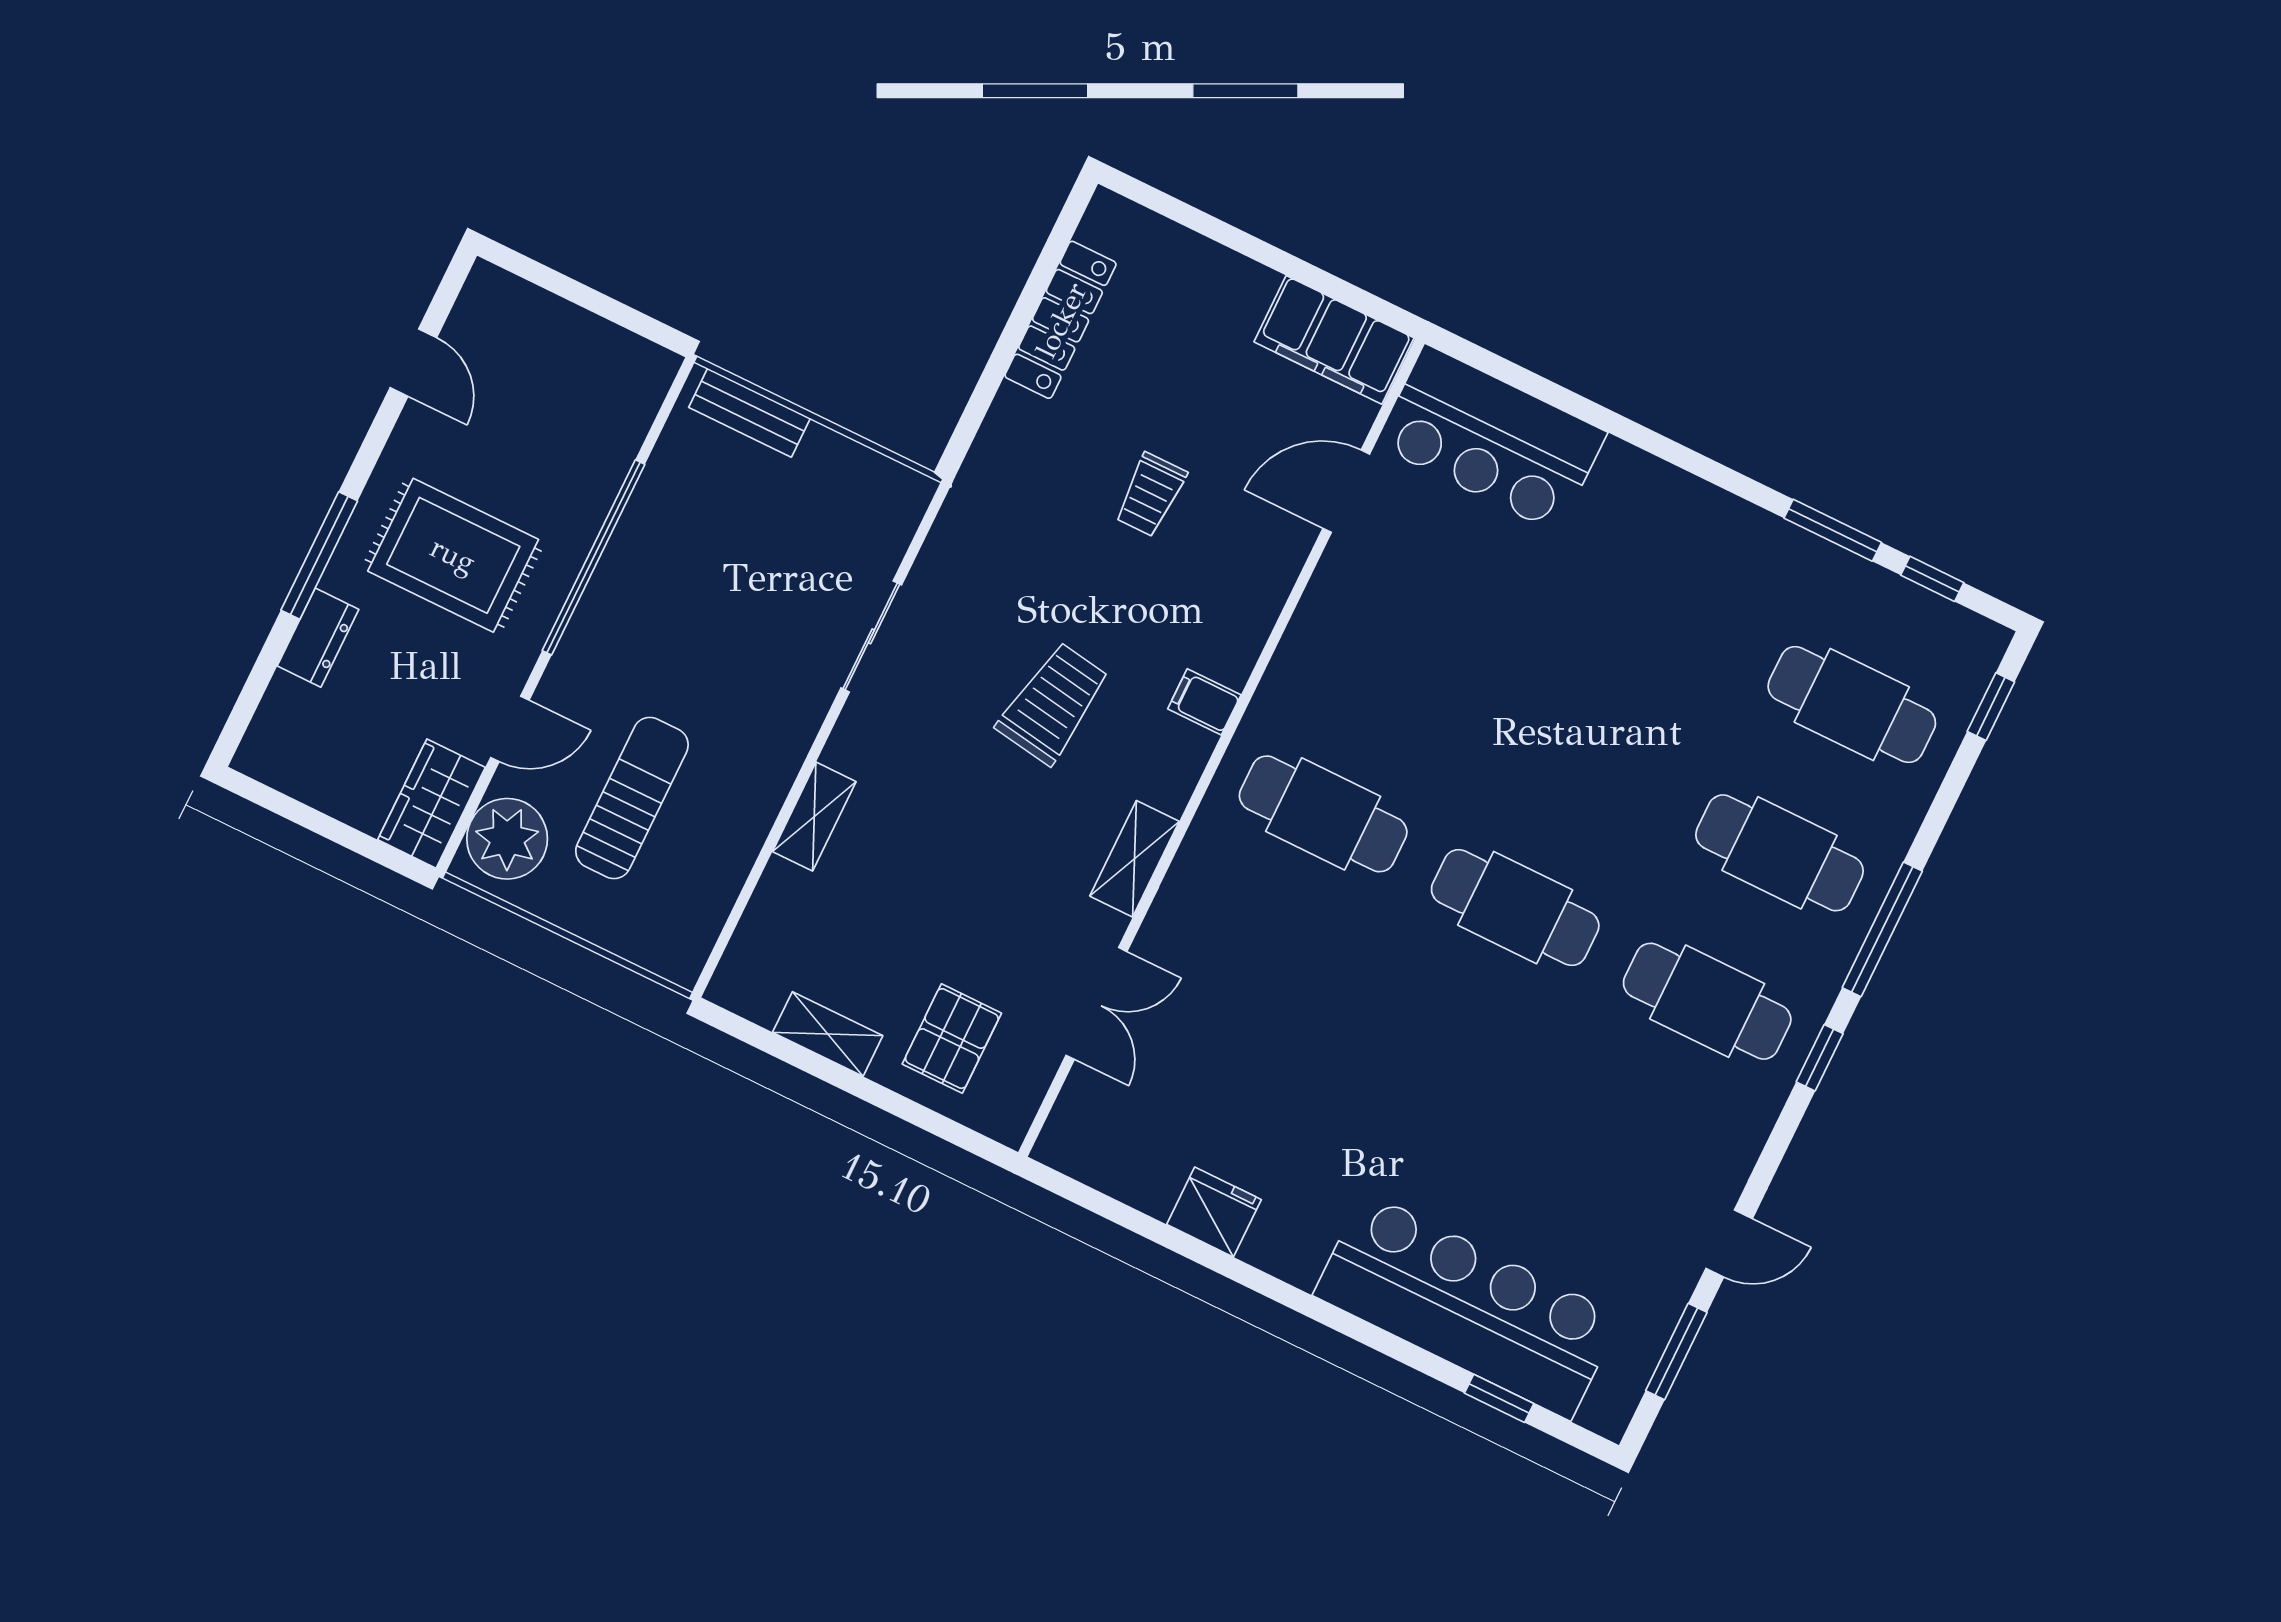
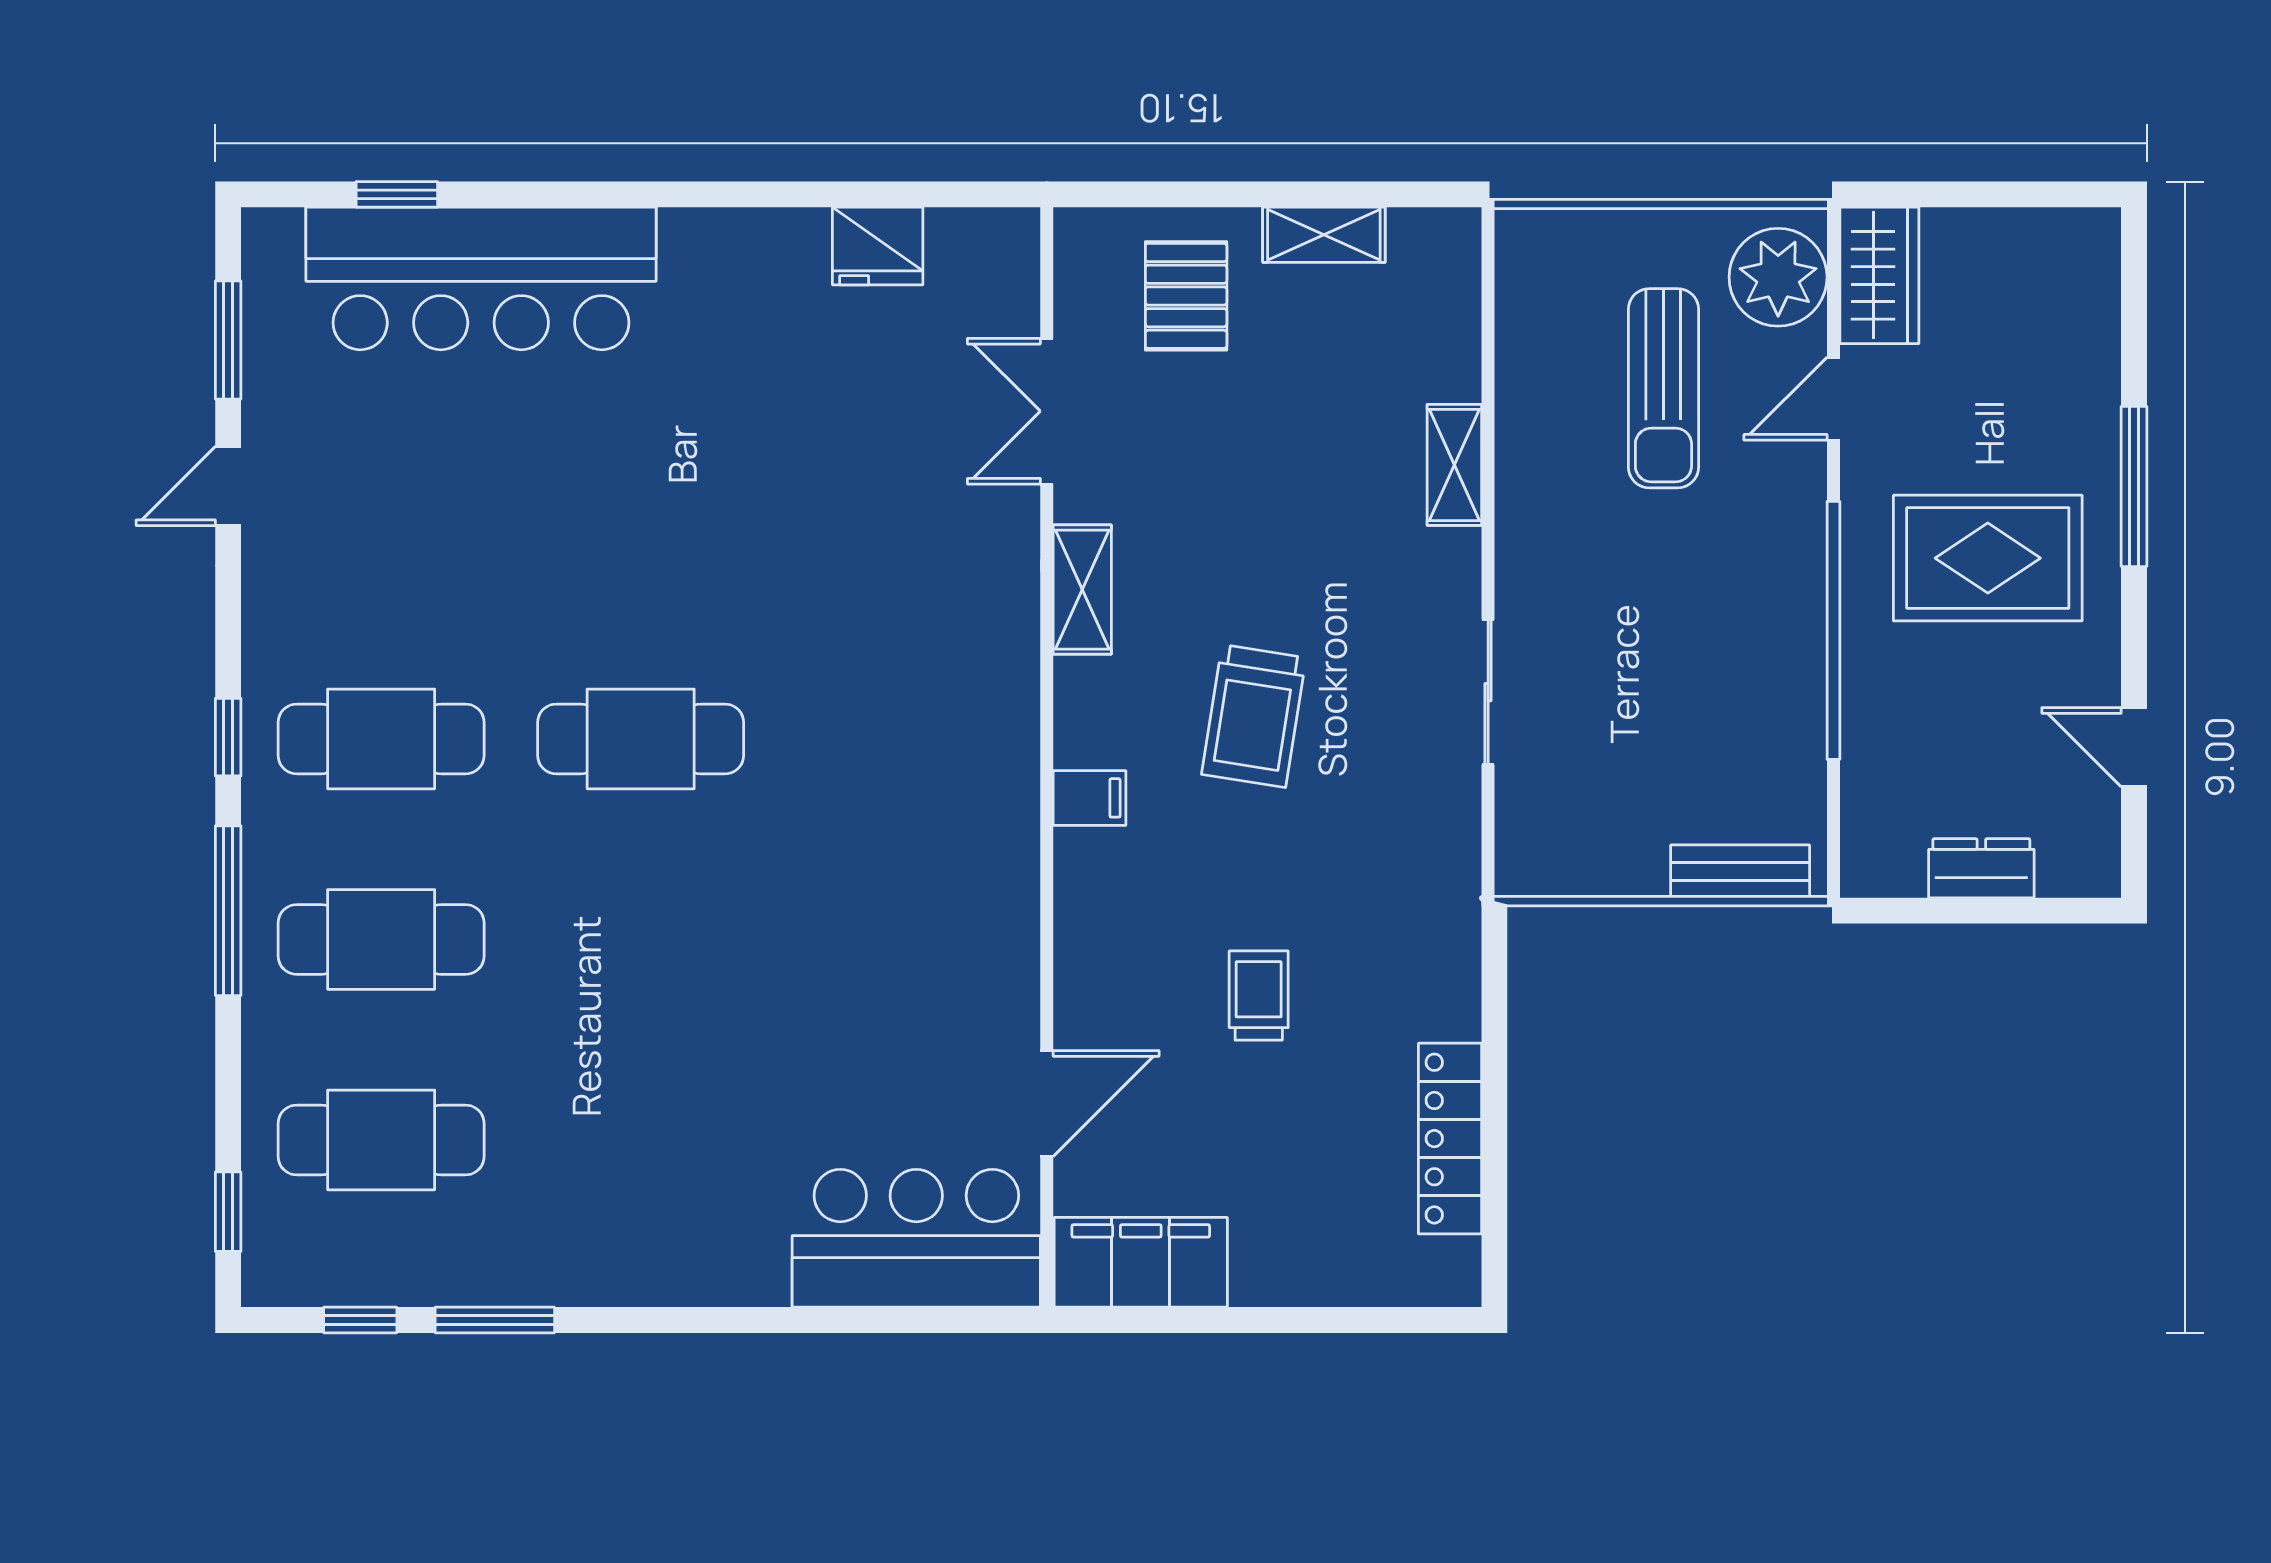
dresser: (318, 638) -> (1981, 868), moved, turned 90
cafe table: (1323, 814) -> (900, 739), removed
fridge: (1214, 1212) -> (878, 246), moved

